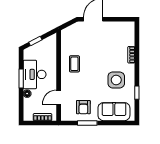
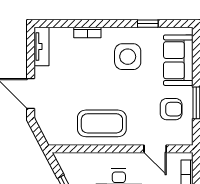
tv unit: (123, 26) -> (42, 46), added
coffee table: (74, 64) -> (102, 123), width x1.86, depth x1.72

